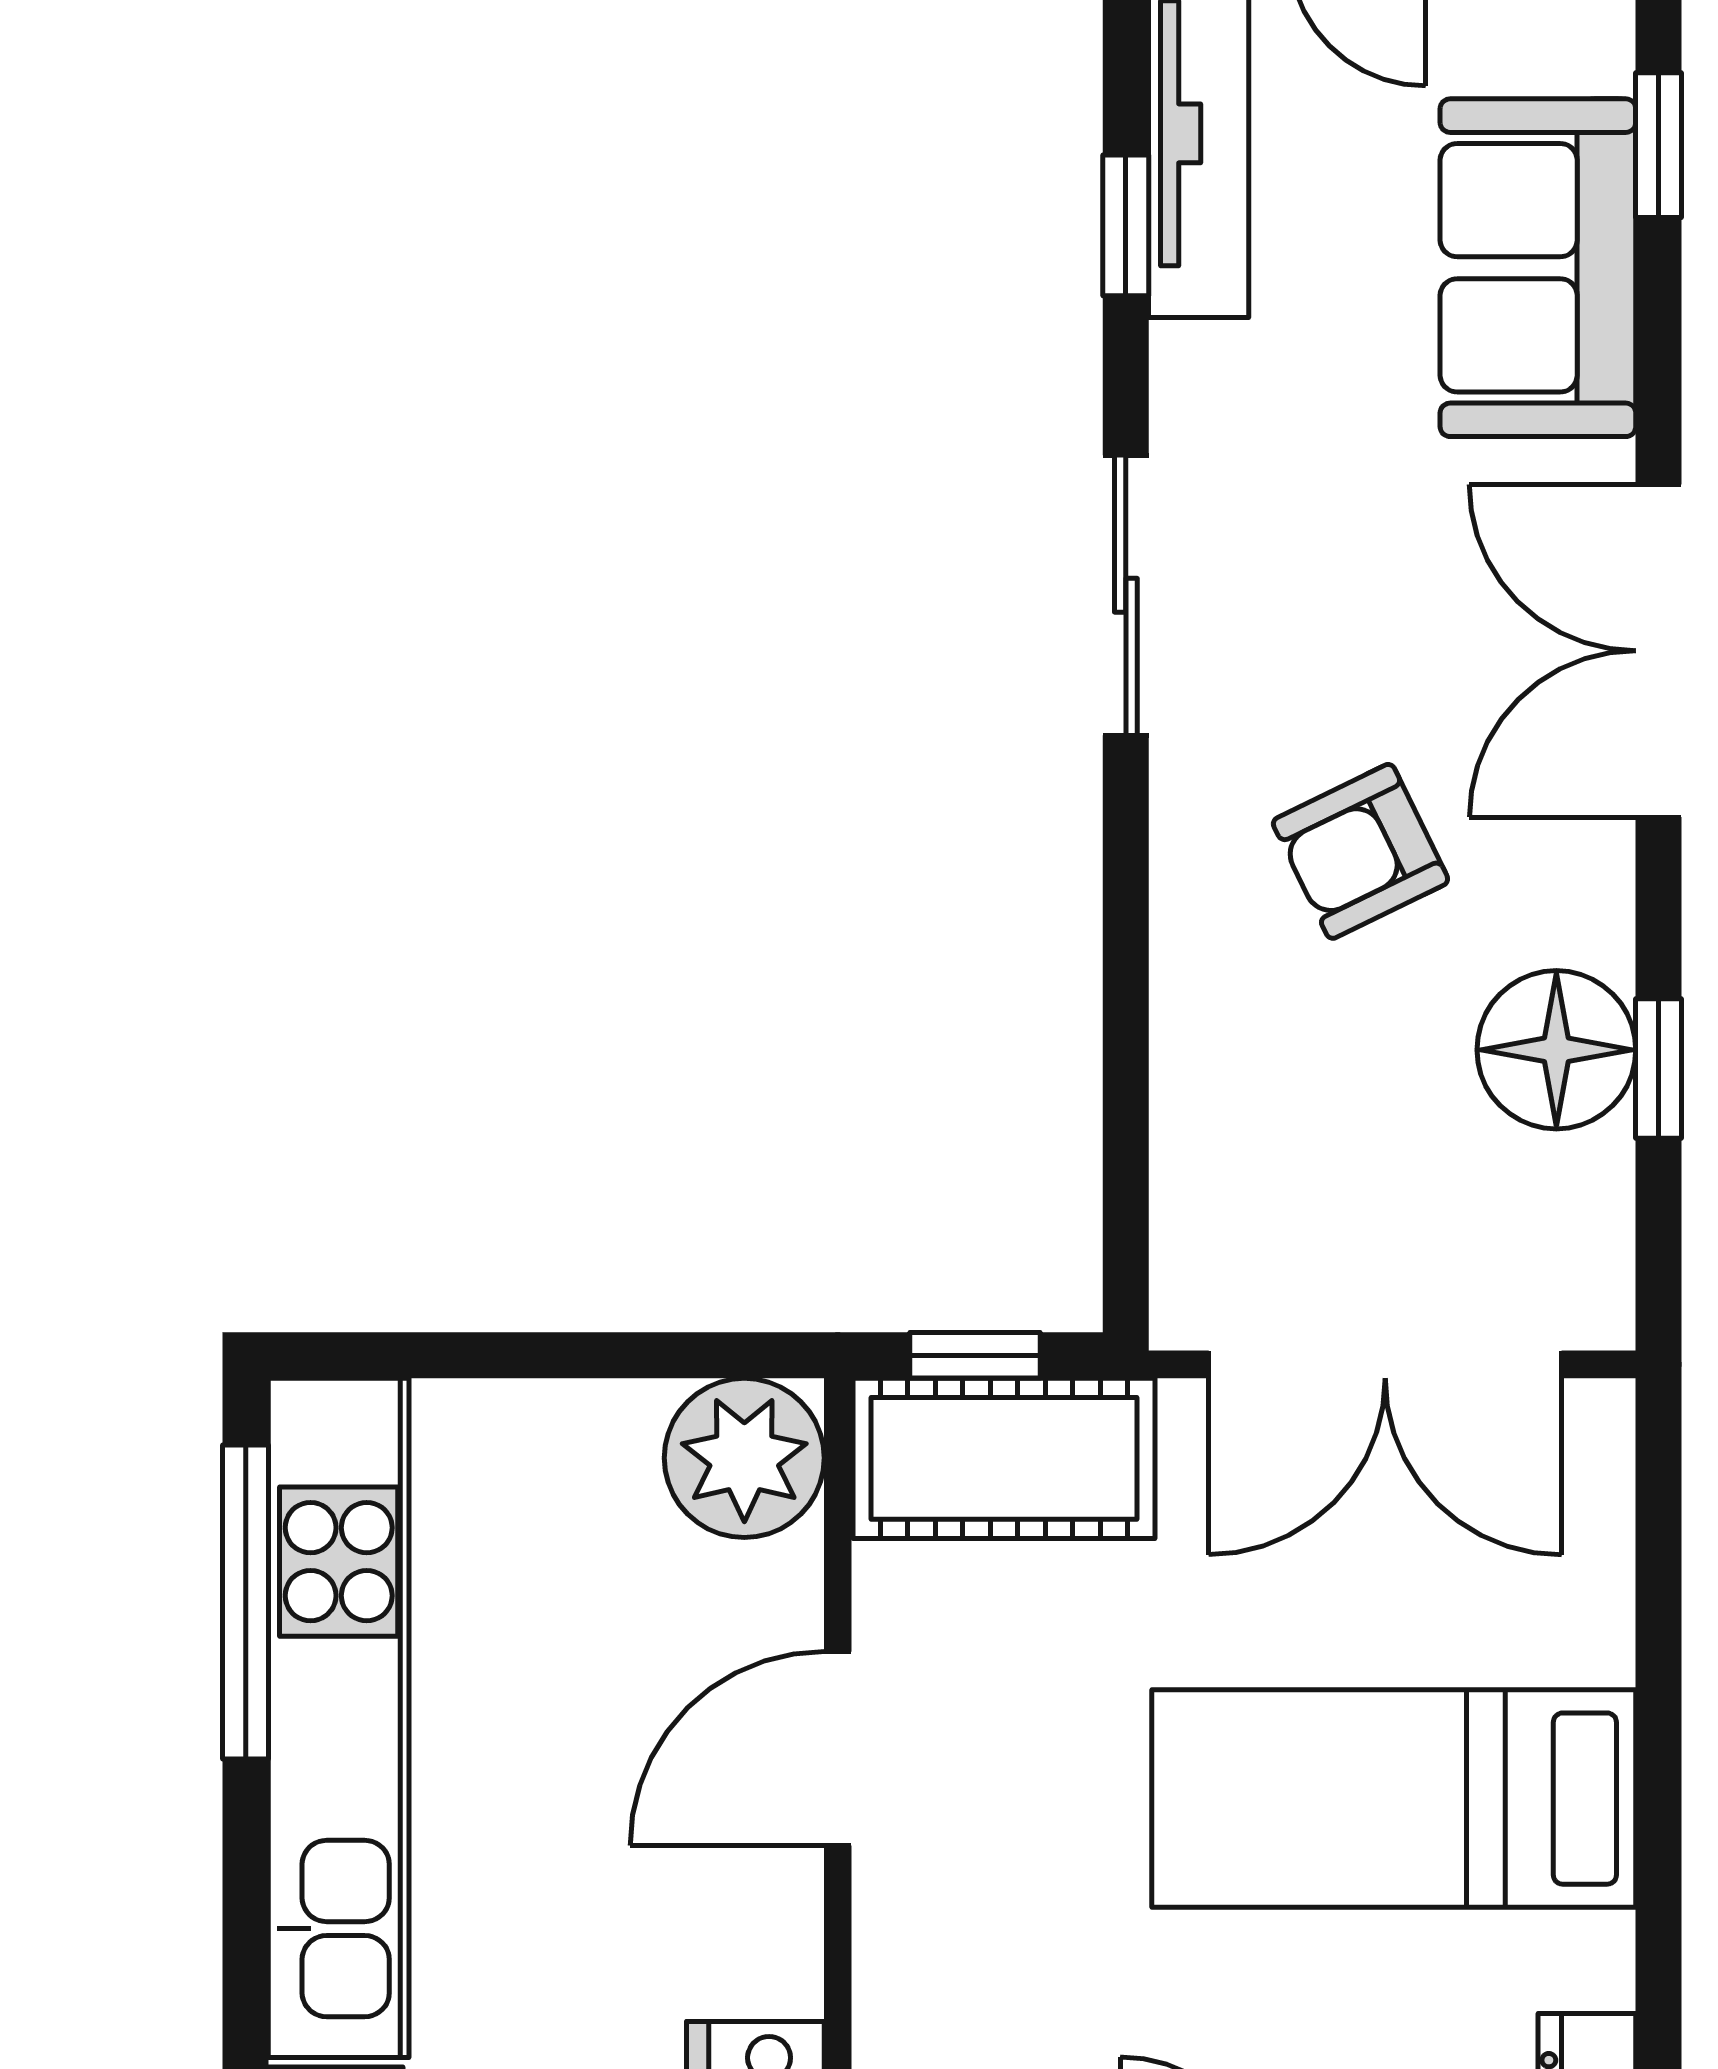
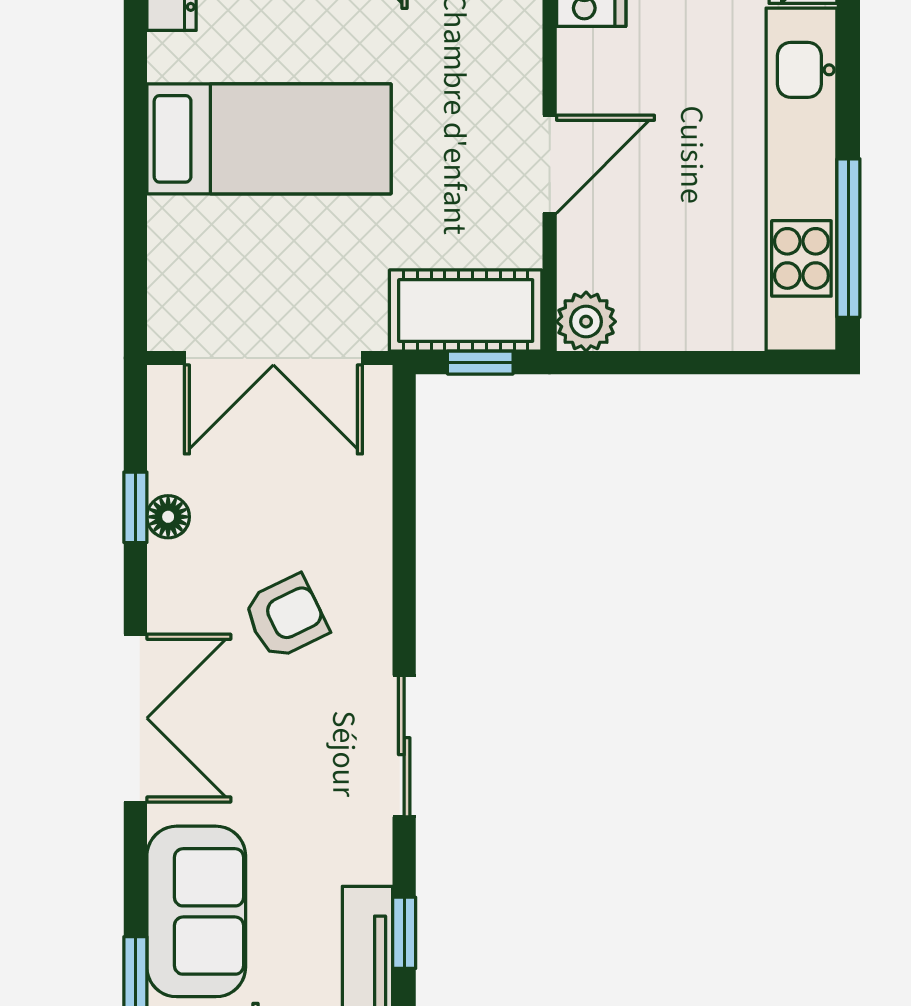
floor lamp: (1556, 1050) -> (168, 517), width x0.53, depth x0.53
double door: (1385, 1364) -> (273, 358), swing flipped
plant: (744, 1458) -> (586, 322), width x0.73, depth x0.73

